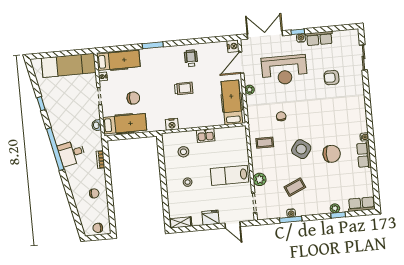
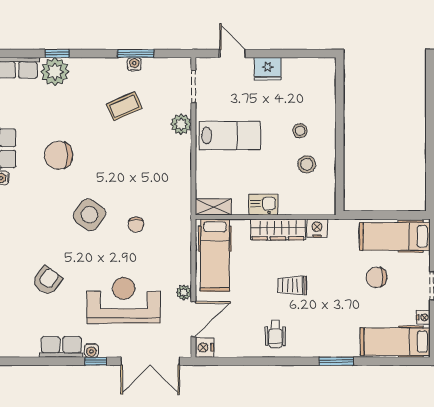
armchair: (331, 78) -> (47, 281), turned -54
plant: (250, 90) -> (184, 293), moved
wardrobe: (195, 121) -> (278, 229), added
coffee table: (265, 143) -> (167, 184), removed
side table: (301, 149) -> (89, 215), moved
stool: (183, 152) -> (307, 164), moved
plant: (335, 208) -> (55, 72), width x1.87, depth x1.87
shelving: (180, 222) -> (213, 207), moved

